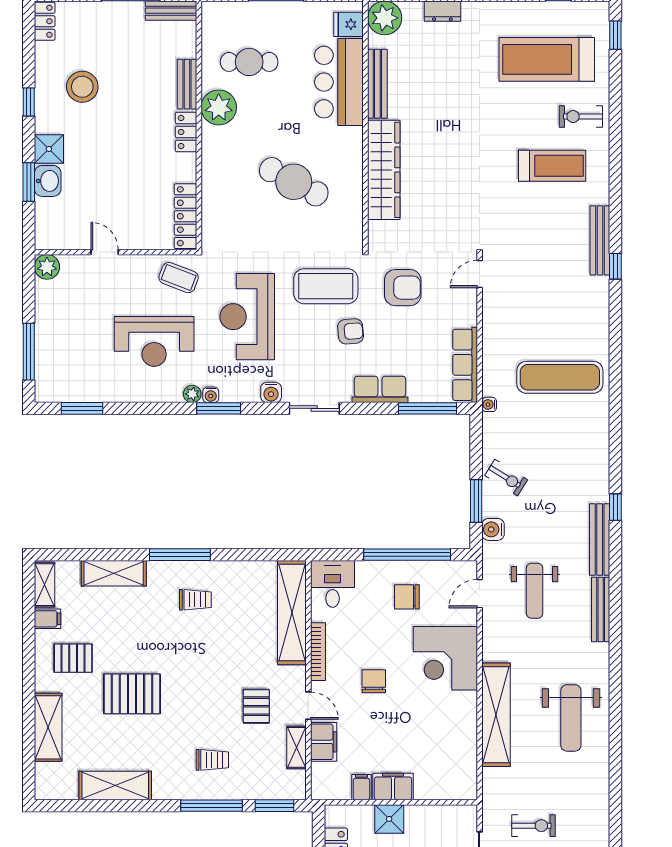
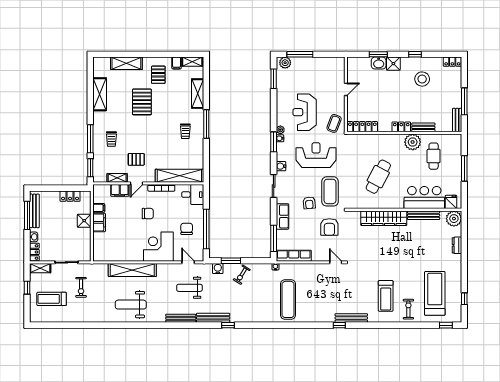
plant: (47, 267) -> (285, 63), moved

